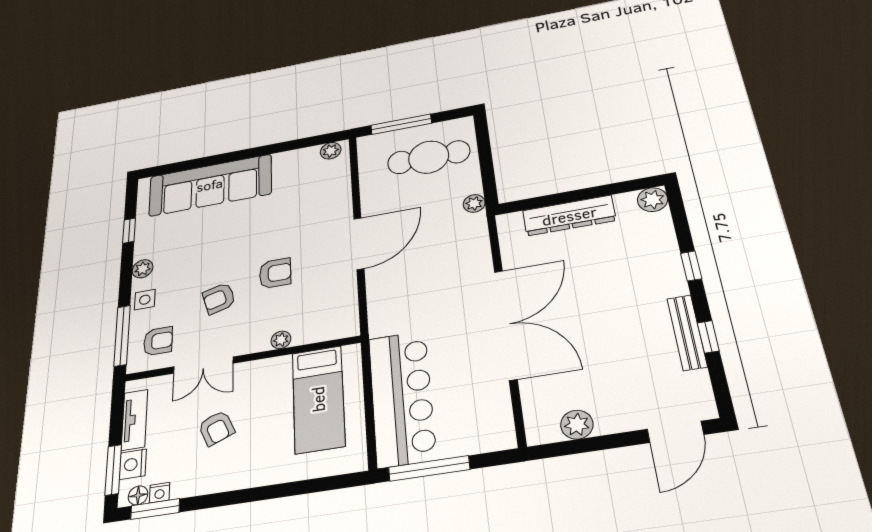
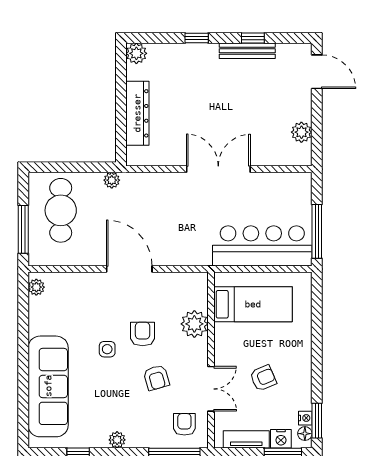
side table: (145, 300) -> (107, 349), moved
double door: (506, 324) -> (218, 169), width x0.73
plant: (281, 340) -> (194, 324), width x1.87, depth x1.87

